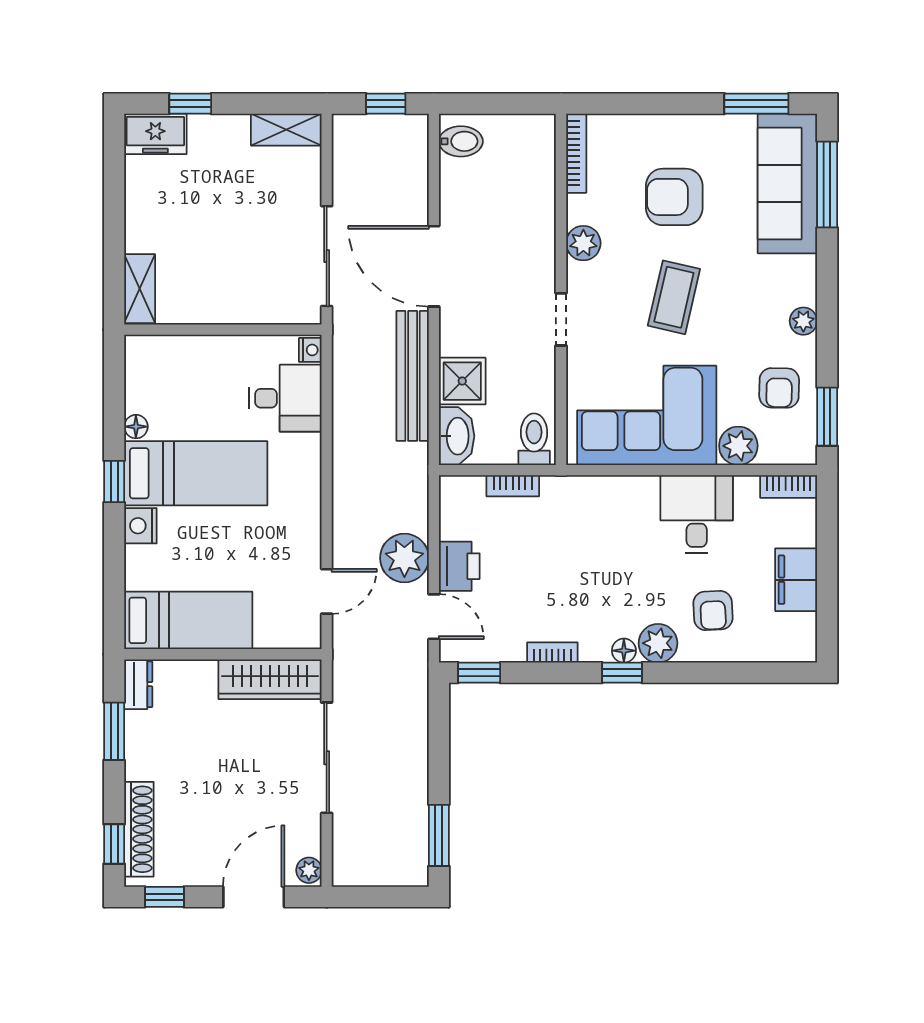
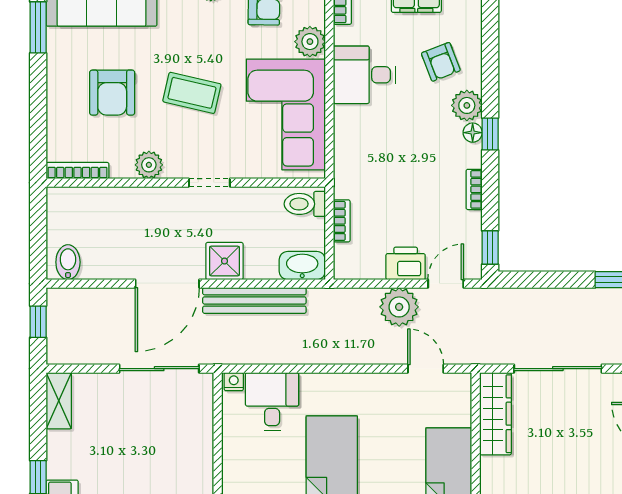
shower: (462, 381) -> (224, 261), moved
armchair: (713, 611) -> (441, 62), turned 72

